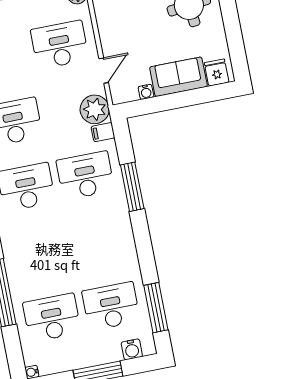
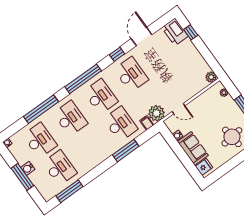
desk: (60, 45) -> (70, 118), moved
water cooler: (132, 349) -> (28, 168), moved

